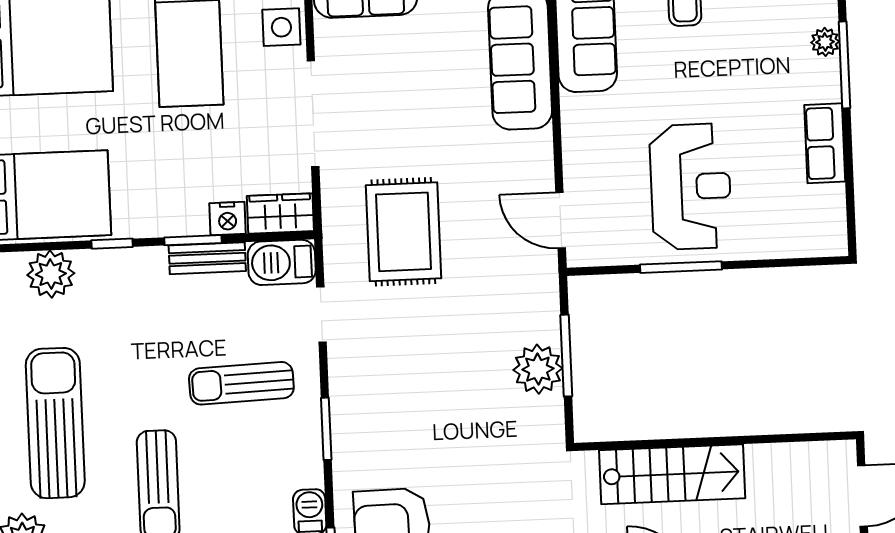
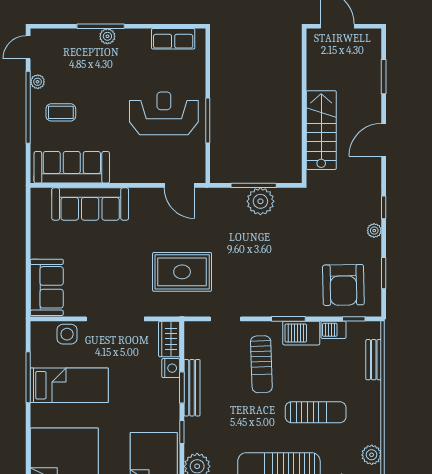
plant: (825, 42) -> (107, 36), moved
row of seats: (825, 143) -> (173, 39), moved
door: (561, 220) -> (179, 185), hinge flipped
bench: (207, 258) -> (192, 388), width x1.36
barbecue: (282, 262) -> (301, 333), moved, turned 90

